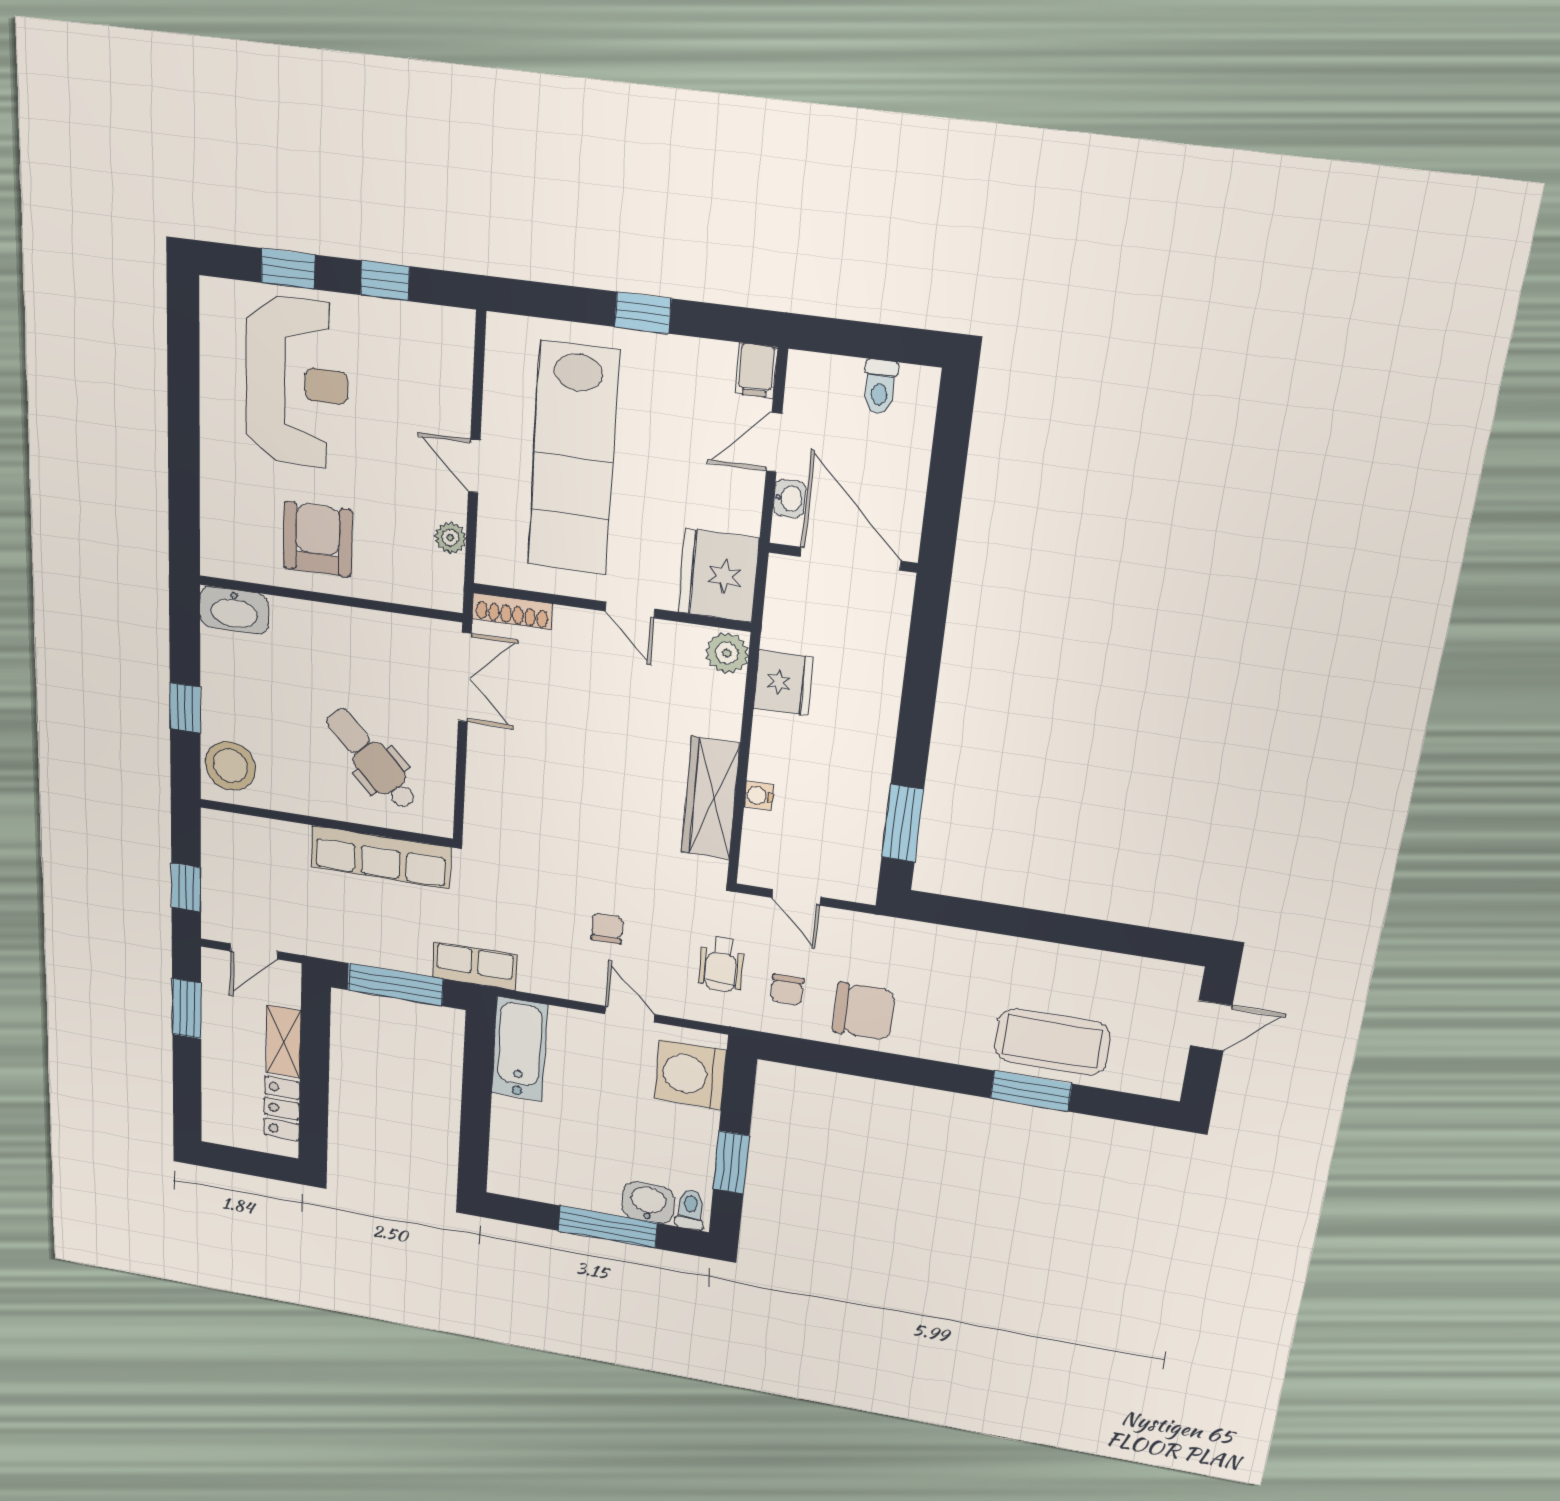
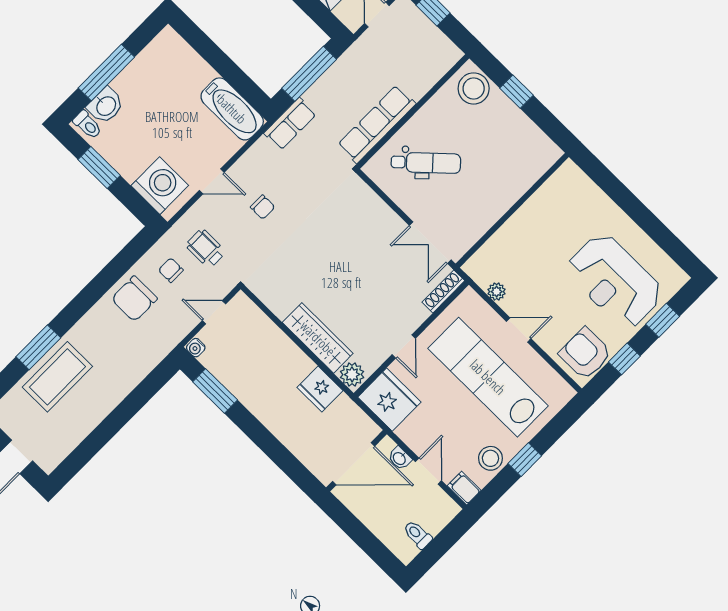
stool: (682, 365) -> (490, 458), added
armchair: (318, 539) -> (585, 354), moved, turned 180
washbasin: (234, 610) -> (542, 159), removed
door: (630, 610) -> (404, 346), swing flipped
water cooler: (759, 796) -> (196, 348), moved, turned 180
wardrobe: (710, 798) -> (318, 338), moved

